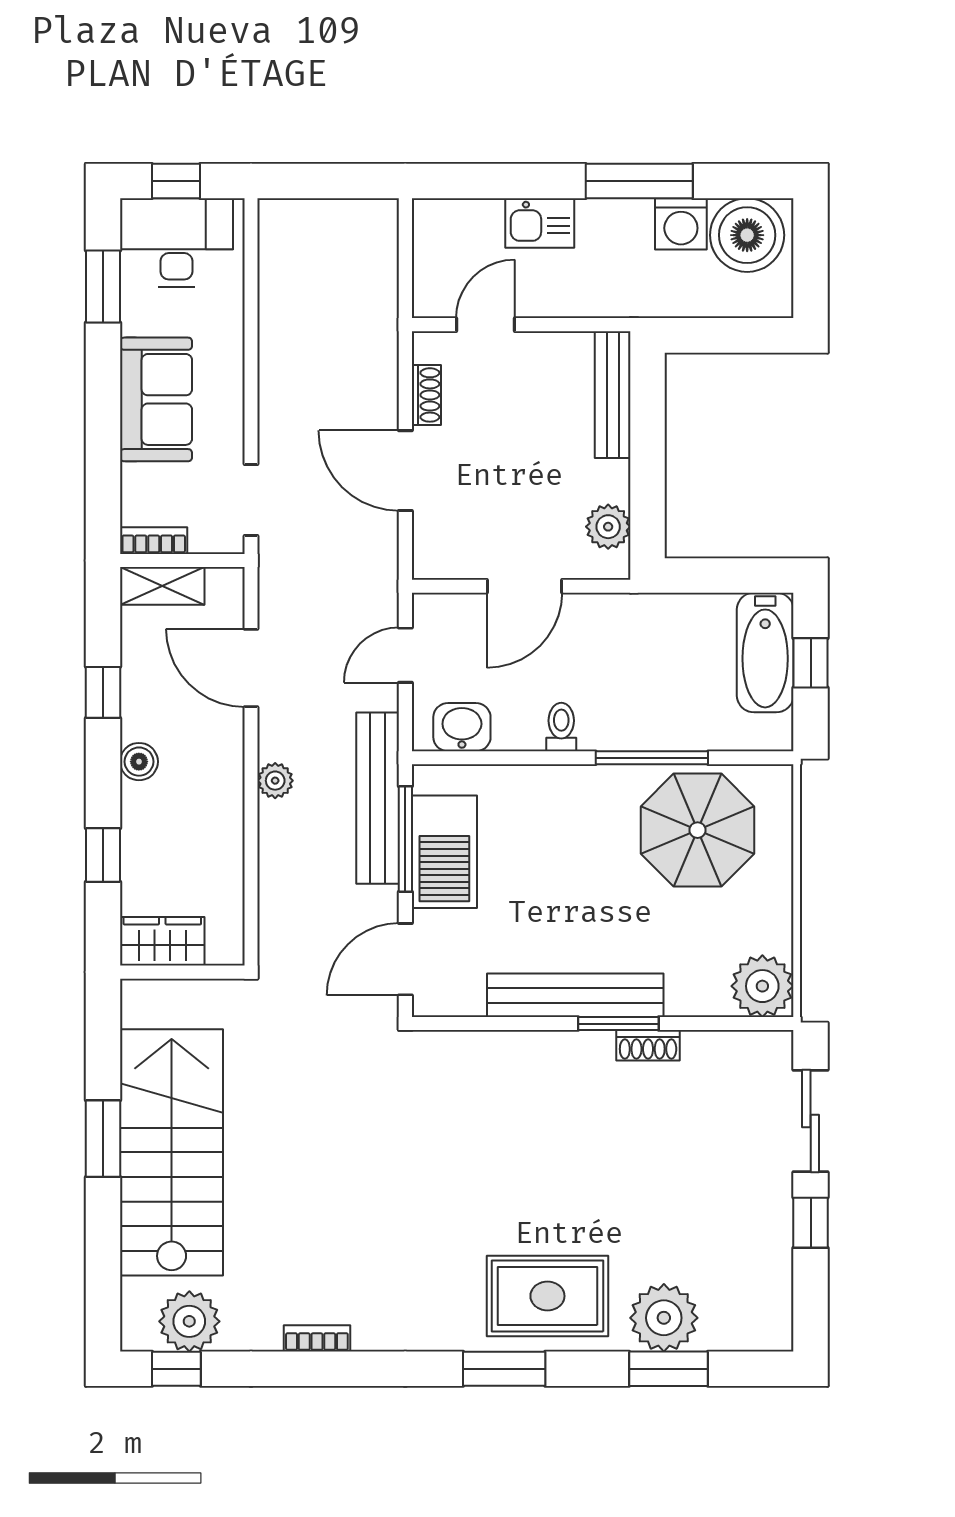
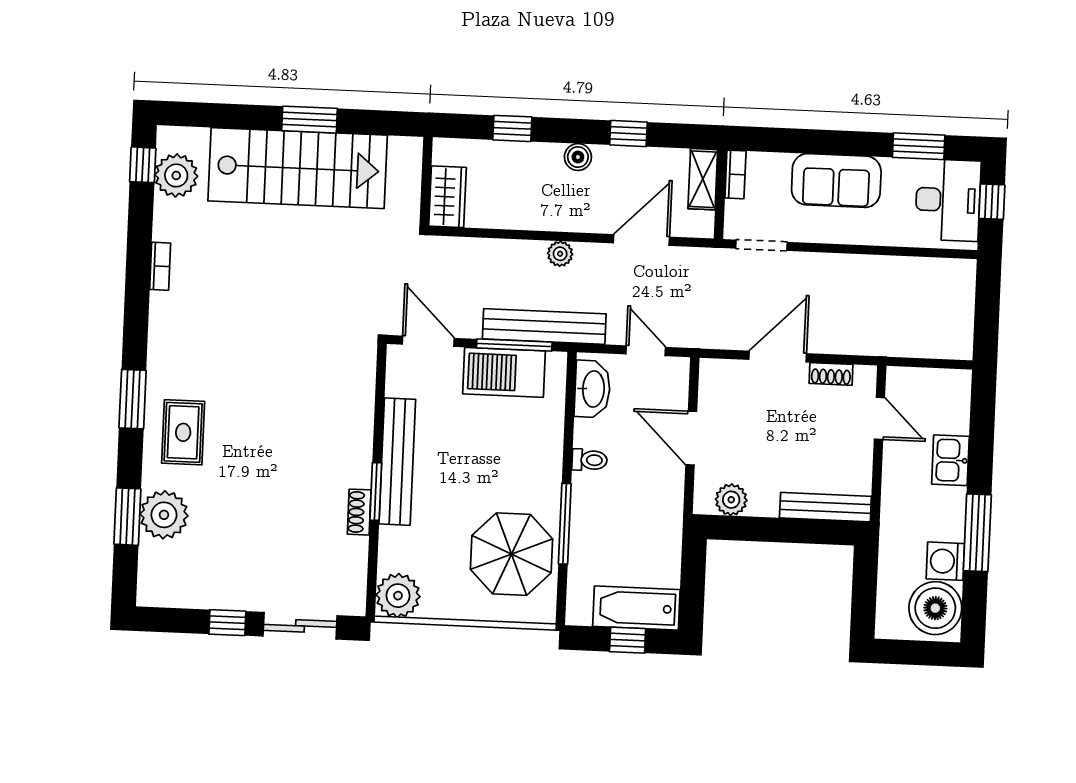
washbasin: (462, 727) -> (592, 389), width x1.38
wardrobe: (162, 941) -> (448, 197), moved
rug: (547, 1296) -> (183, 432), width x0.73, depth x0.70

